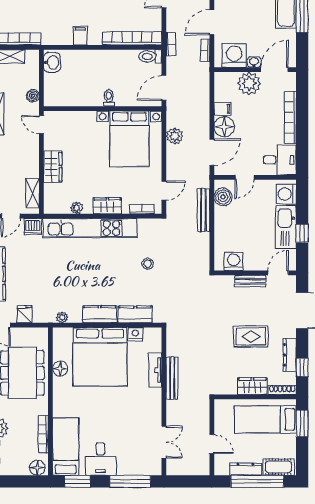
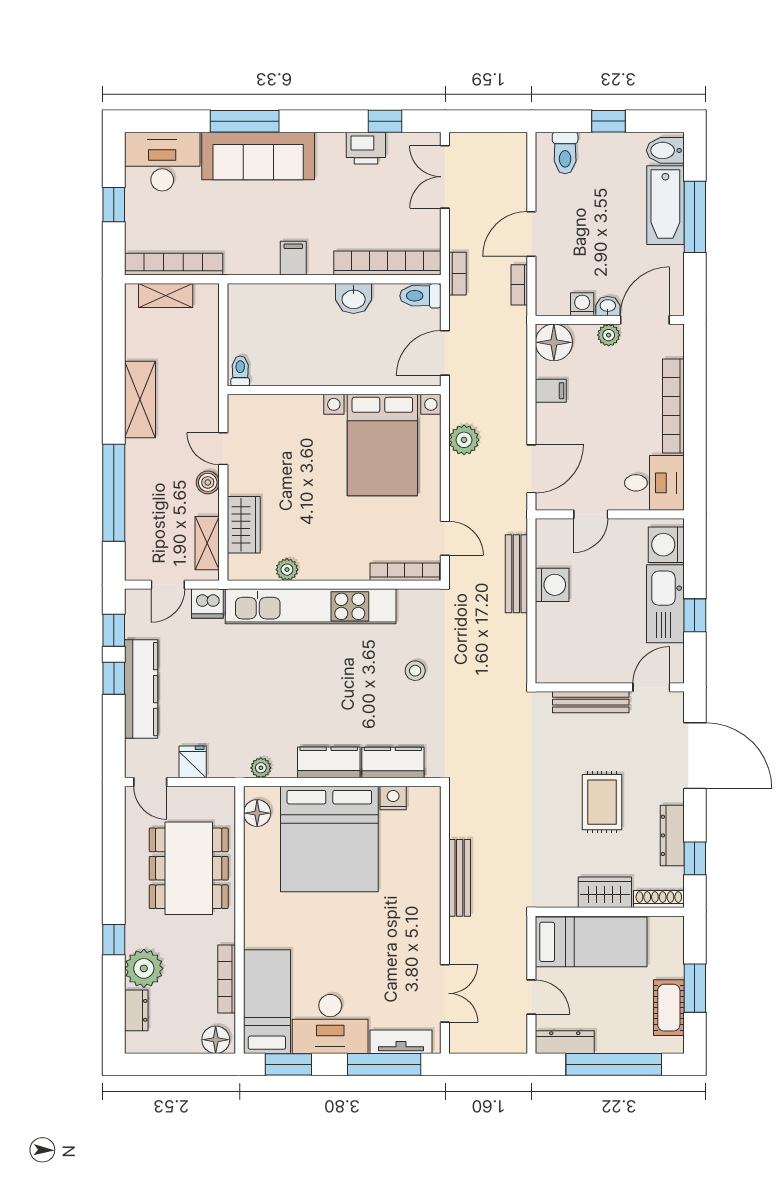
washing machine: (234, 55) -> (582, 304), width x0.53, depth x0.53
washbasin: (52, 62) -> (354, 298), moved, turned 90
plant: (249, 84) -> (609, 335), width x0.53, depth x0.53
boiler: (33, 96) -> (208, 482), moved
toilet: (109, 98) -> (240, 371), moved
door: (41, 125) -> (223, 449), moved
floor lamp: (224, 127) -> (554, 342), moved
wardrobe: (53, 167) -> (244, 525), moved
door: (164, 191) -> (445, 538), hinge flipped
boiler: (223, 197) -> (552, 550), removed
wardrobe: (107, 206) -> (342, 566), removed
bookcase: (142, 209) -> (405, 572), width x1.56
washing machine: (234, 261) -> (552, 585), moved, turned 90
bench: (250, 281) -> (591, 702), width x1.36
rug: (251, 336) -> (602, 802), turned 90
floor lamp: (60, 369) -> (257, 813), moved
tv unit: (155, 370) -> (401, 1042), moved, turned 90
bed: (265, 419) -> (591, 942), moved, turned 180
window: (302, 424) -> (695, 988), moved
desk: (101, 459) -> (330, 1024), width x1.37
cot: (278, 467) -> (669, 1008), moved, turned 90
dresser: (246, 469) -> (565, 1042), moved

